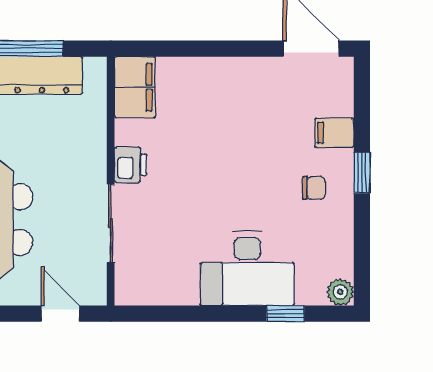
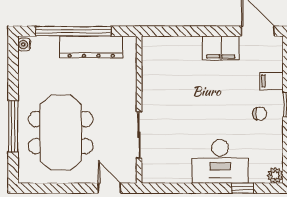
filing cabinet: (135, 87) -> (221, 48), moved, turned 90
printer: (131, 165) -> (151, 100), removed

